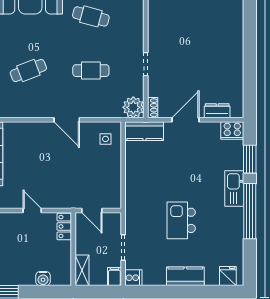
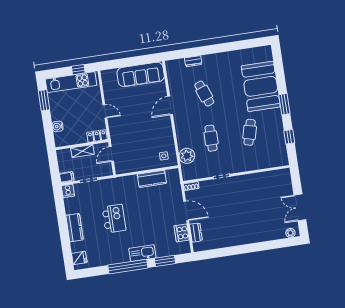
plant: (133, 107) -> (187, 156), moved
door: (67, 120) -> (170, 105), moved
cooker: (232, 130) -> (182, 233), moved
kitchen counter: (145, 131) -> (152, 179), moved, turned -90
door: (32, 210) -> (105, 111), hinge flipped
kitchen island: (181, 220) -> (114, 219), turned 90
shelving: (82, 270) -> (82, 151), moved

